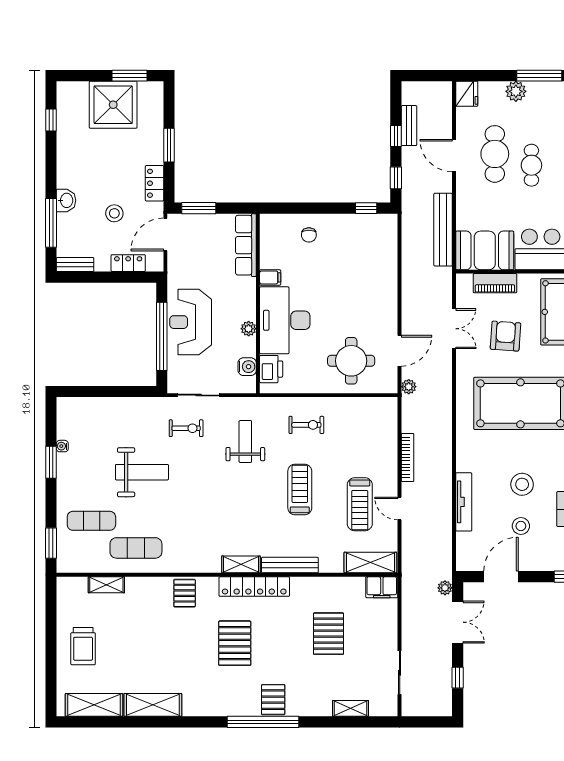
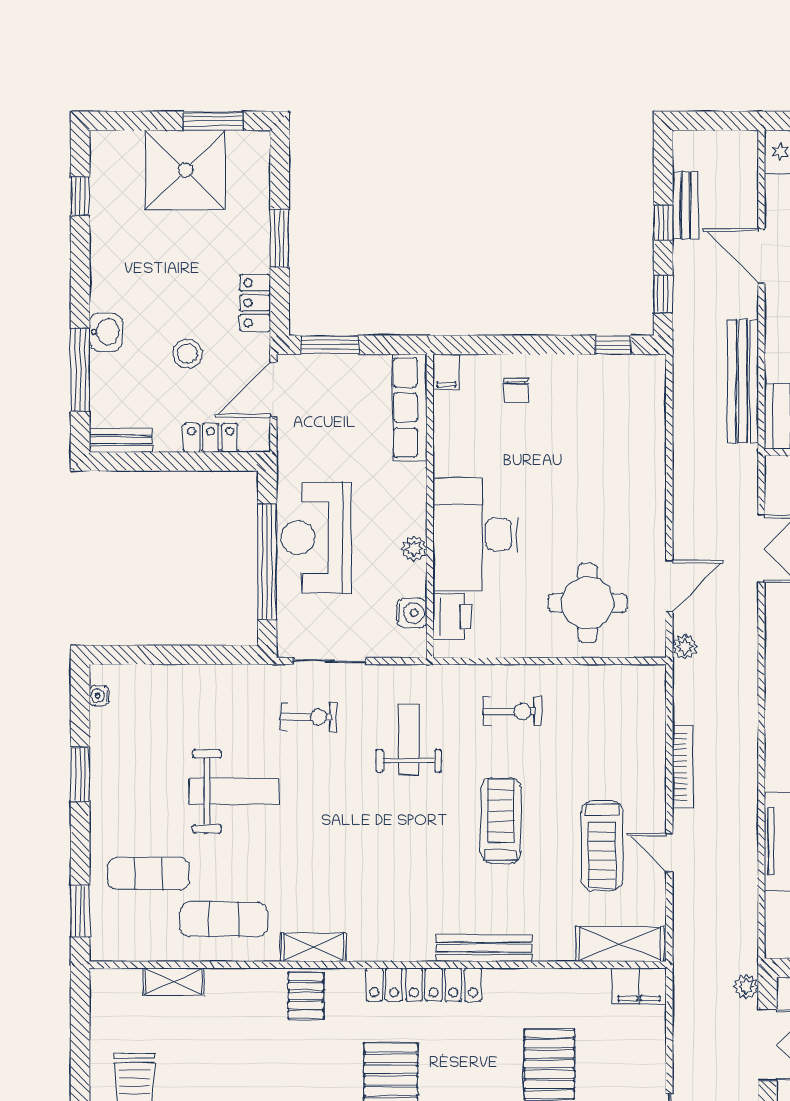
filing cabinet: (270, 277) -> (446, 372), moved, turned 90
water cooler: (62, 446) -> (99, 696), moved
shelving: (241, 564) -> (313, 947), moved

